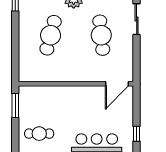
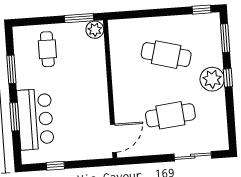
door: (117, 84) -> (113, 138), swing flipped
plant: (26, 93) -> (95, 30), added

